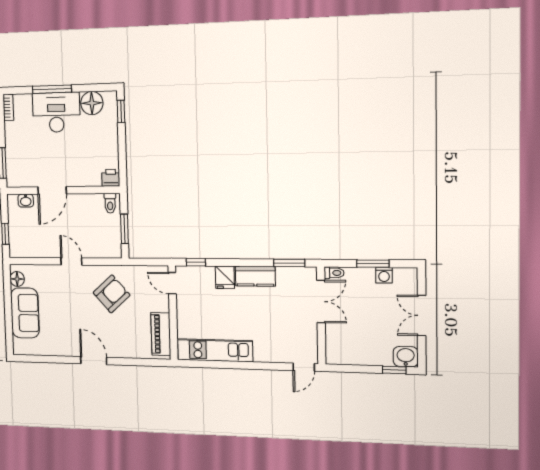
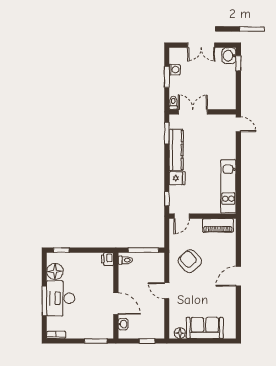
window: (124, 229) -> (143, 250), width x1.44
door: (71, 261) -> (167, 291), hinge flipped
kitchen counter: (255, 276) -> (176, 150), width x1.50

